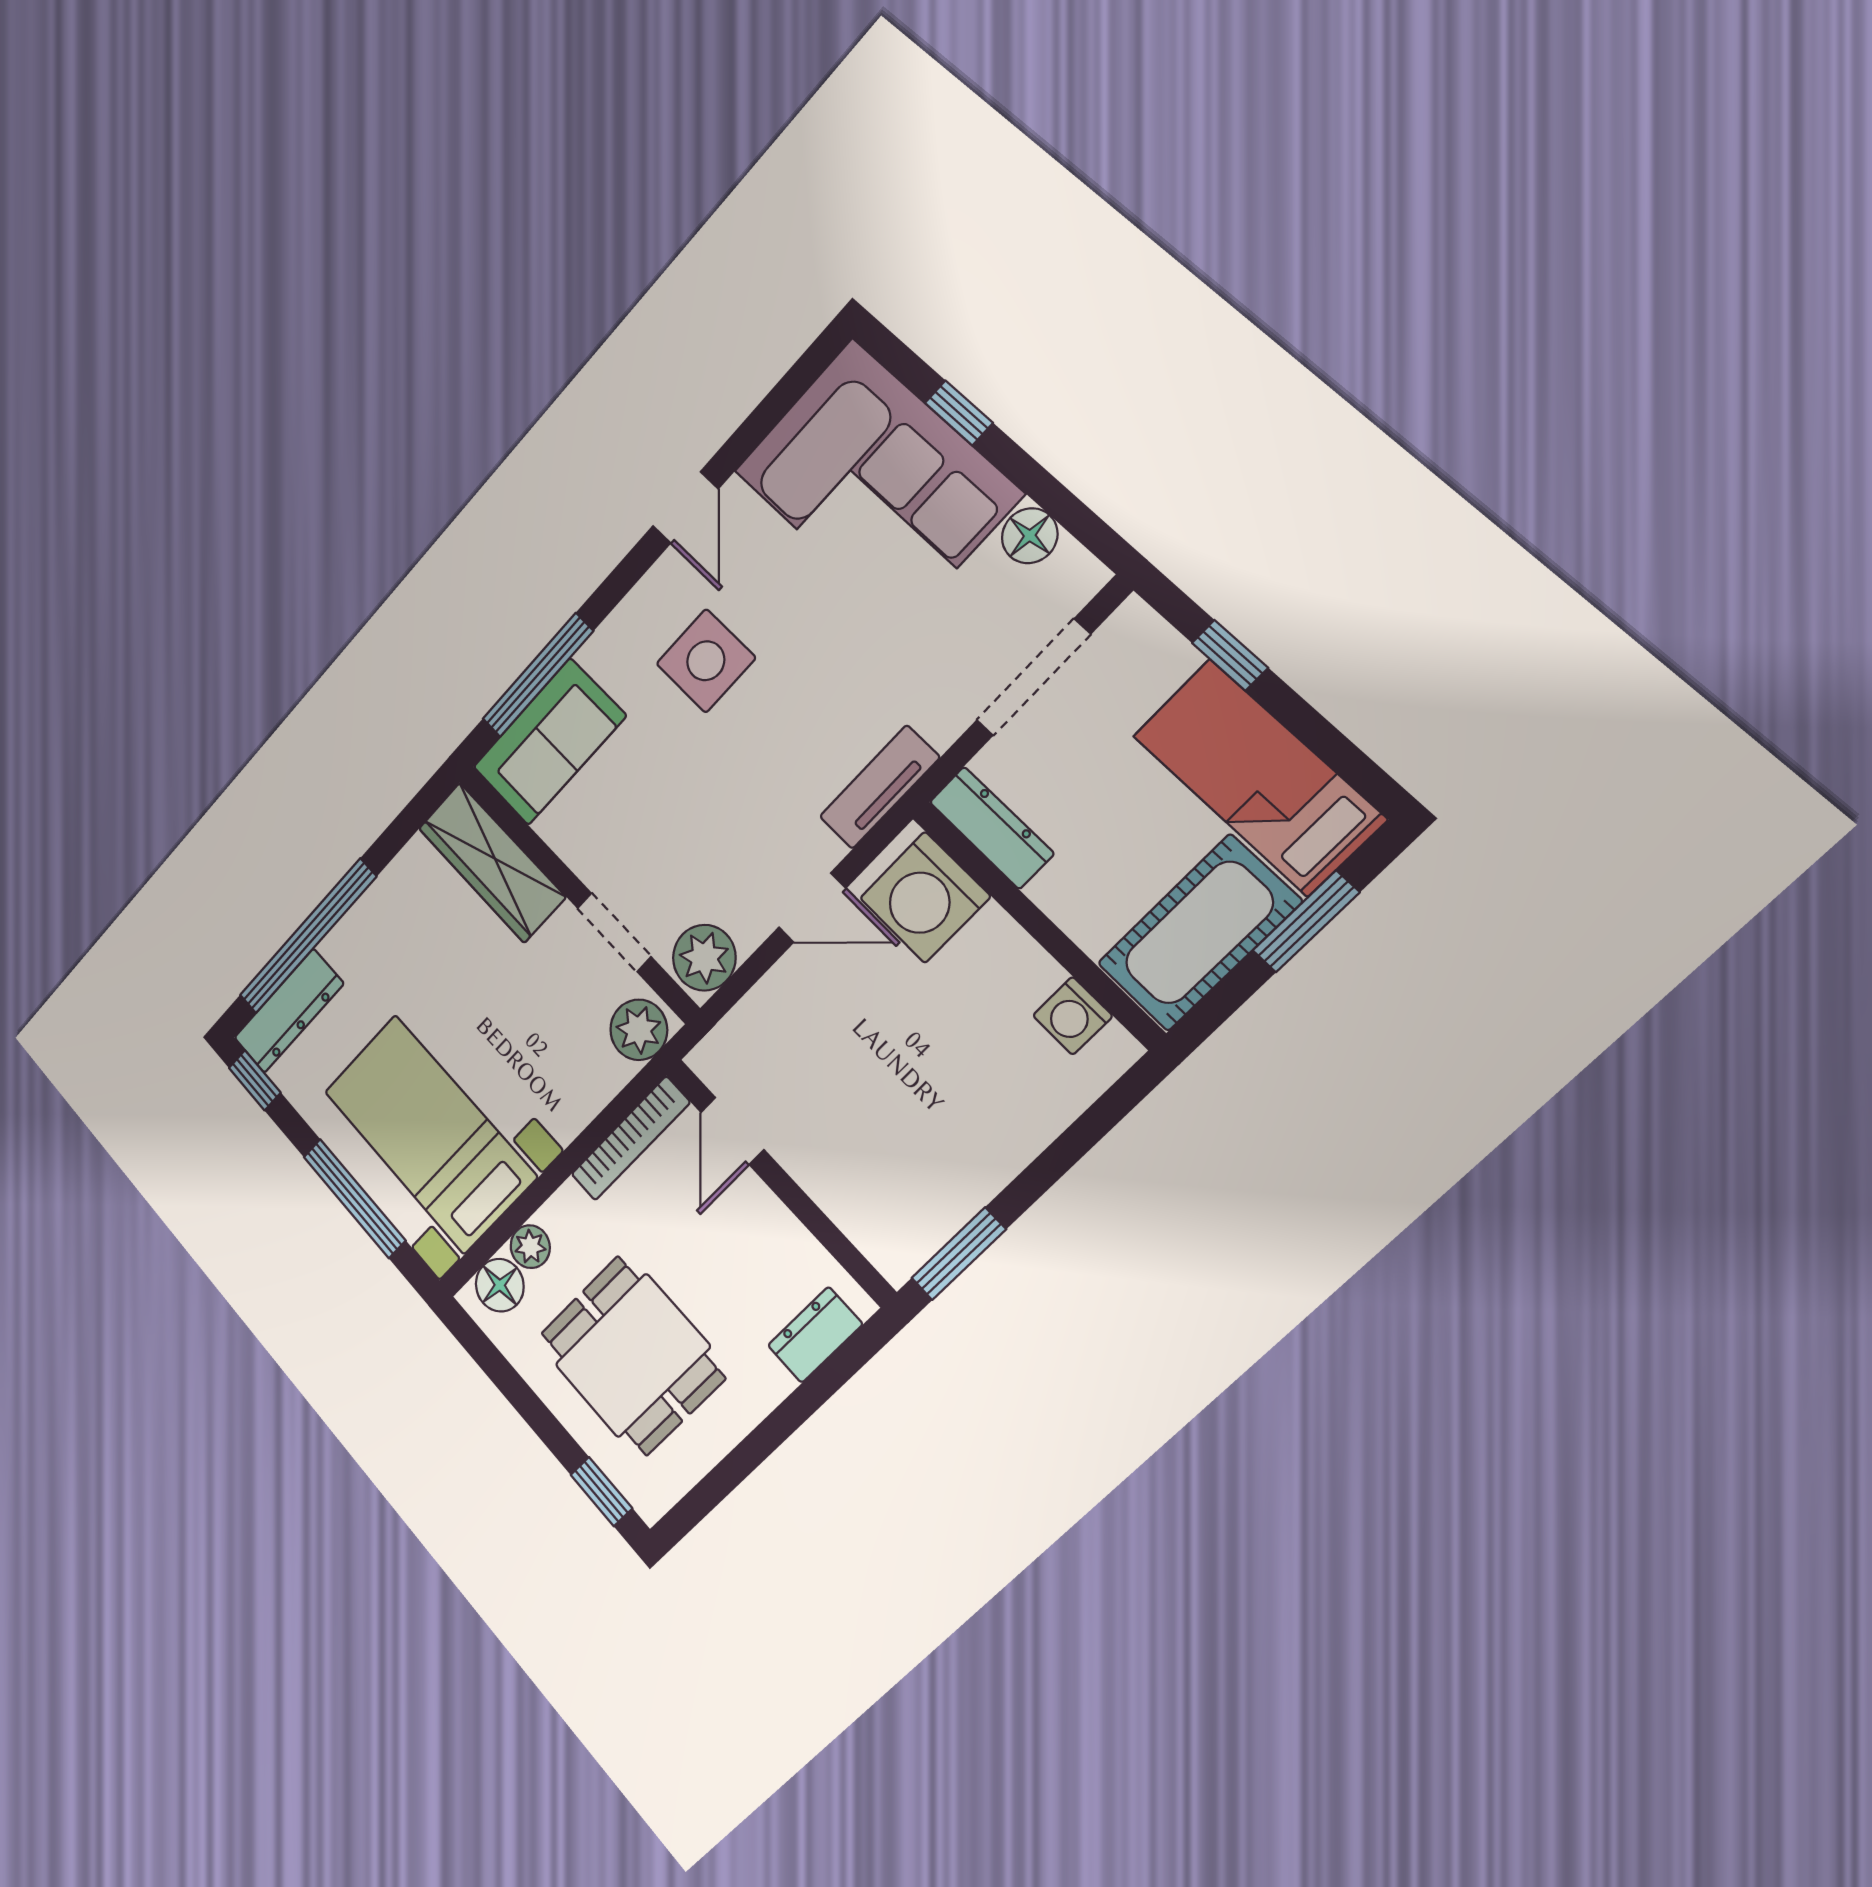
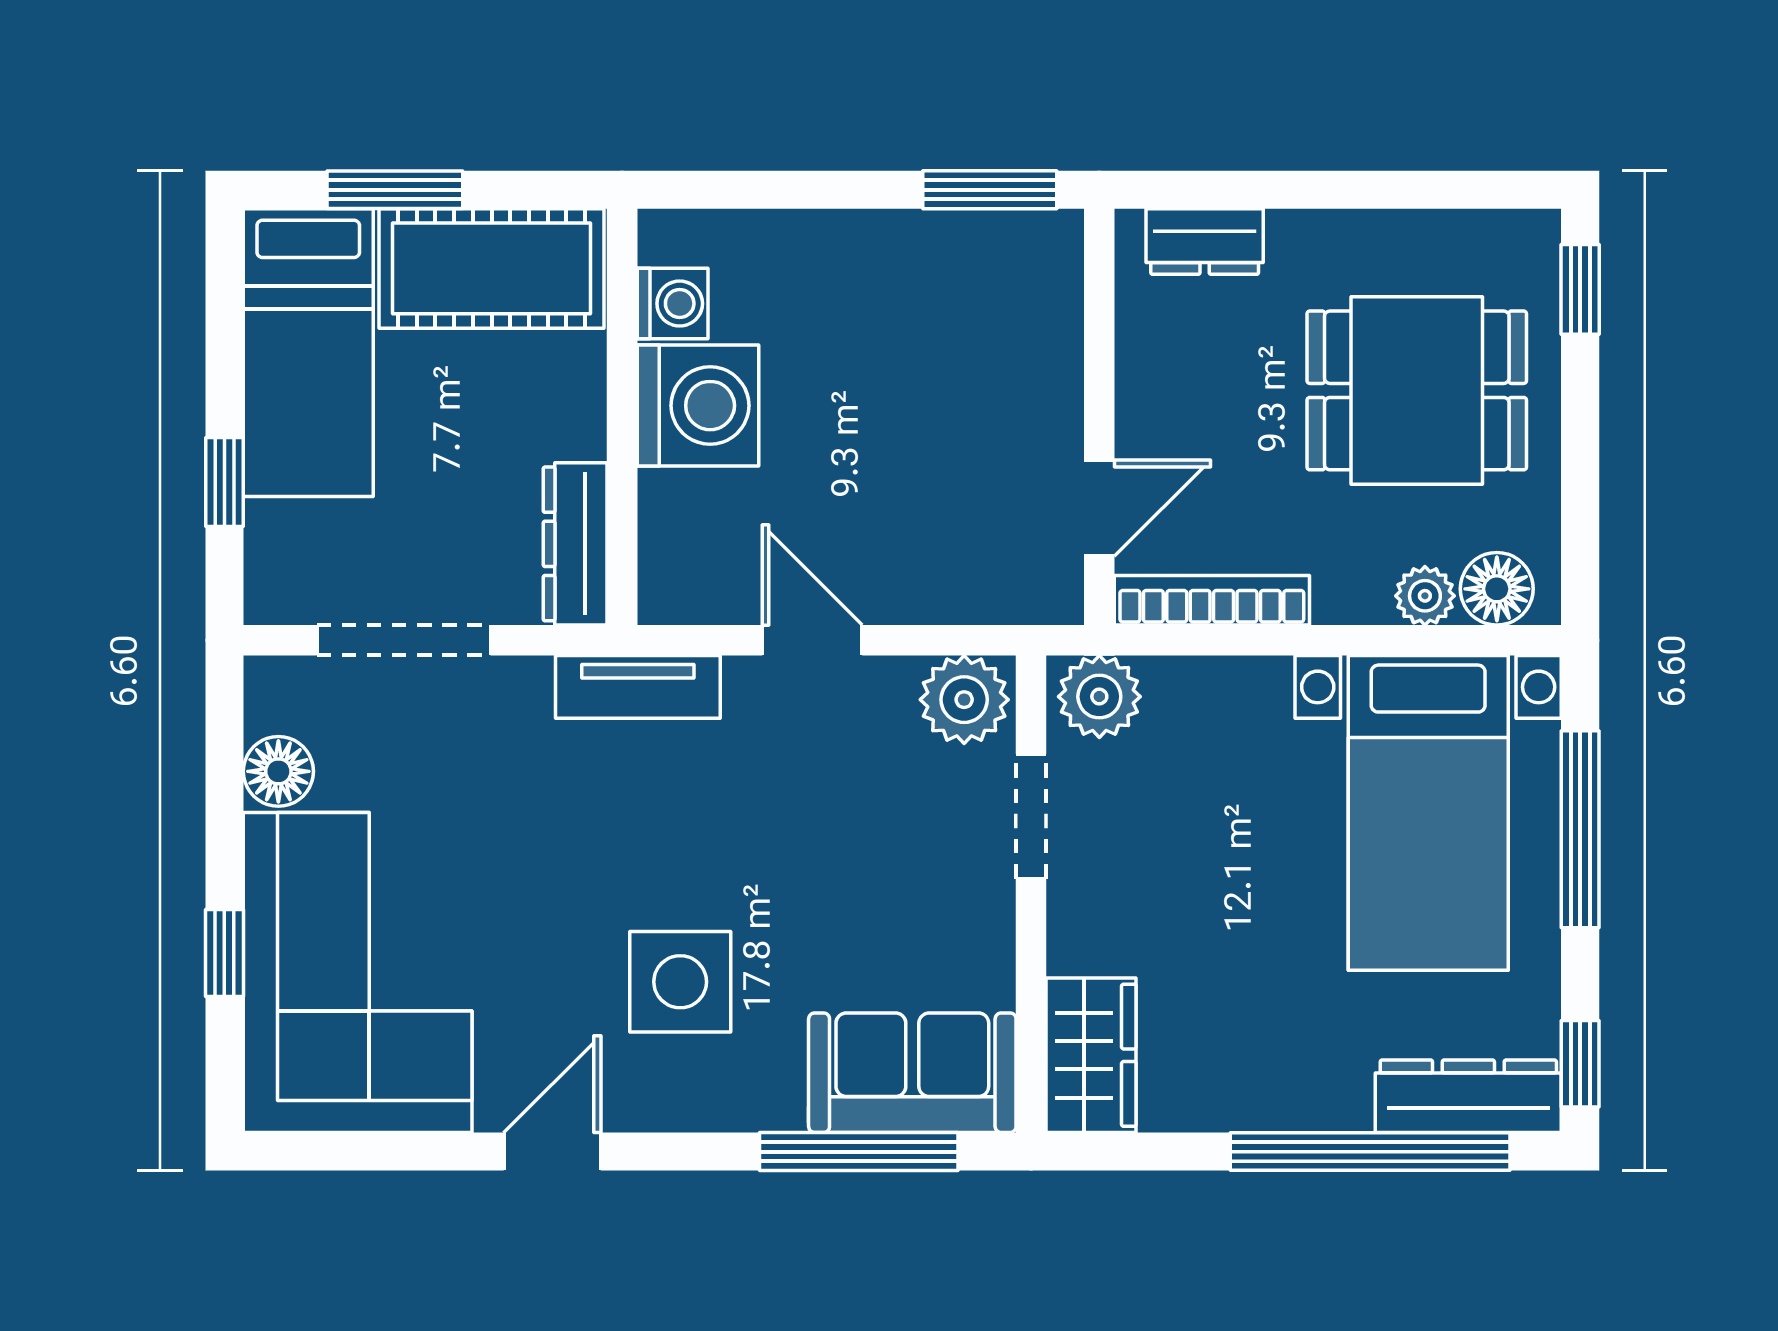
wardrobe: (492, 862) -> (1091, 1055), width x0.67
washing machine: (925, 897) -> (698, 406), moved
dining table: (632, 1356) -> (1417, 390), turned 90

